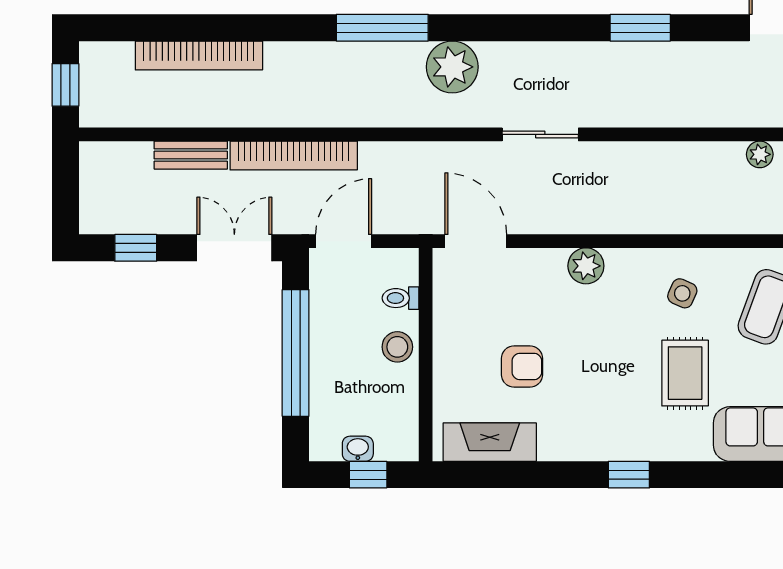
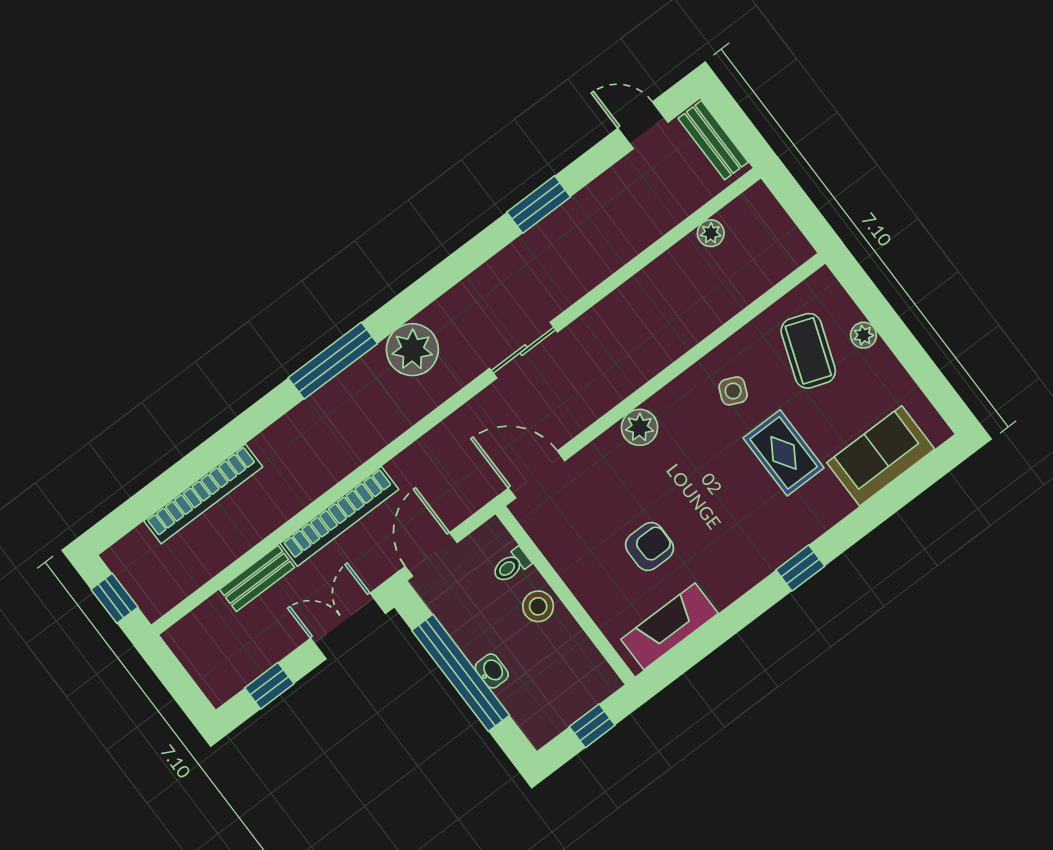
washbasin: (358, 449) -> (492, 671), moved, turned 90

